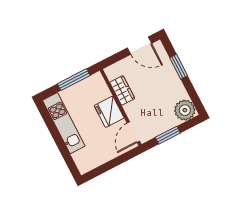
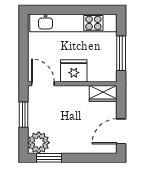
window: (179, 67) -> (49, 158), moved
wardrobe: (122, 90) -> (103, 93), moved
kitchen unit: (64, 123) -> (73, 23), width x1.36

